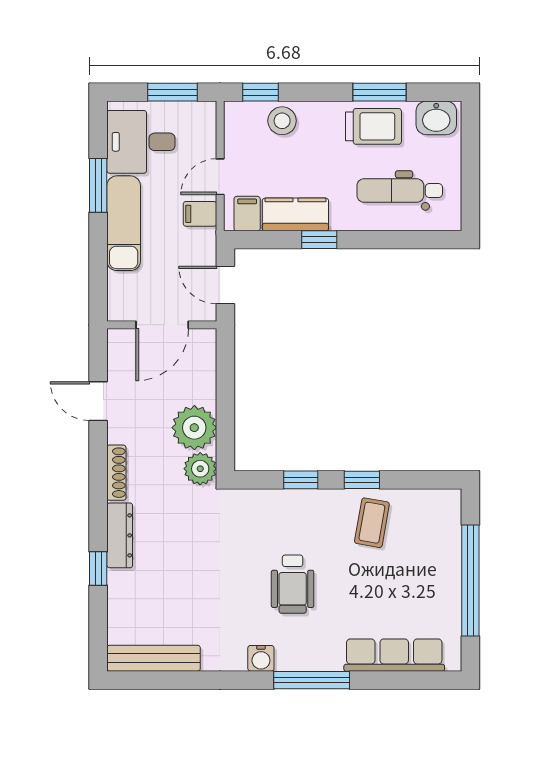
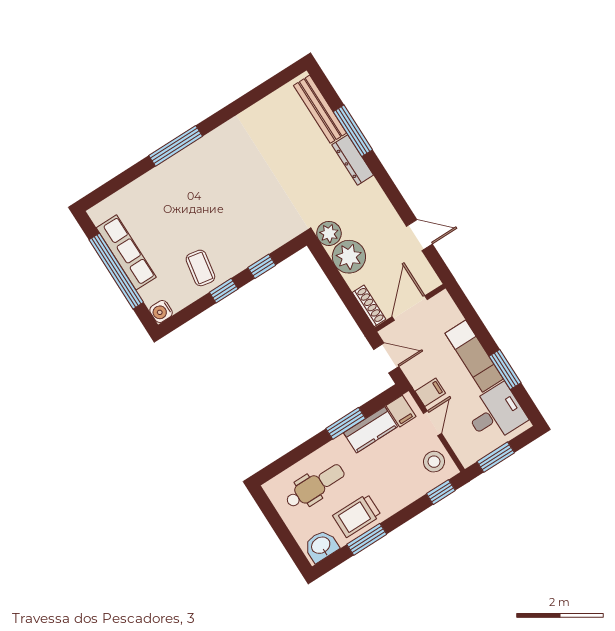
stool: (282, 121) -> (434, 462), moved
window: (319, 240) -> (346, 423), width x1.50
shoe rack: (116, 473) -> (369, 306), moved, turned 180
window: (98, 569) -> (353, 131), width x2.17
wheelchair: (293, 584) -> (226, 198), removed
row of seats: (394, 655) -> (126, 252), moved, turned -90
bench: (154, 658) -> (320, 109), moved, turned 90
water cooler: (261, 658) -> (161, 311), moved, turned -90

